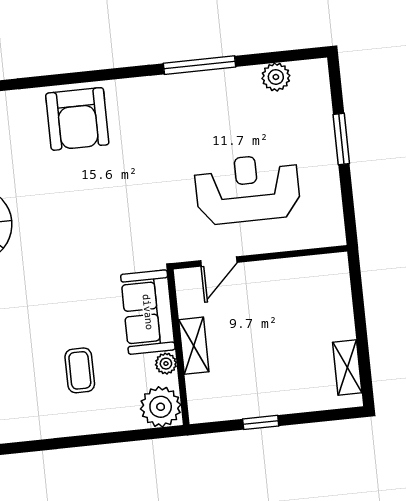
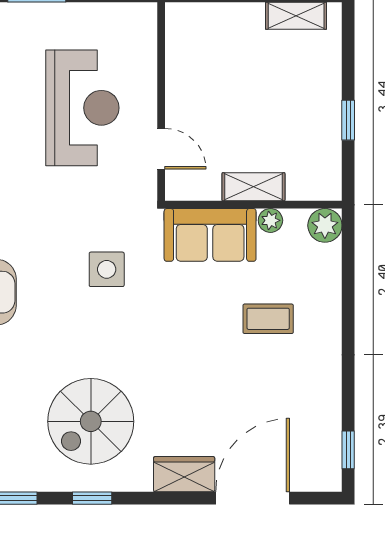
reception desk: (247, 189) -> (82, 108), turned 180
side table: (108, 225) -> (107, 269), added
plant: (161, 407) -> (325, 225), width x0.73, depth x0.73

